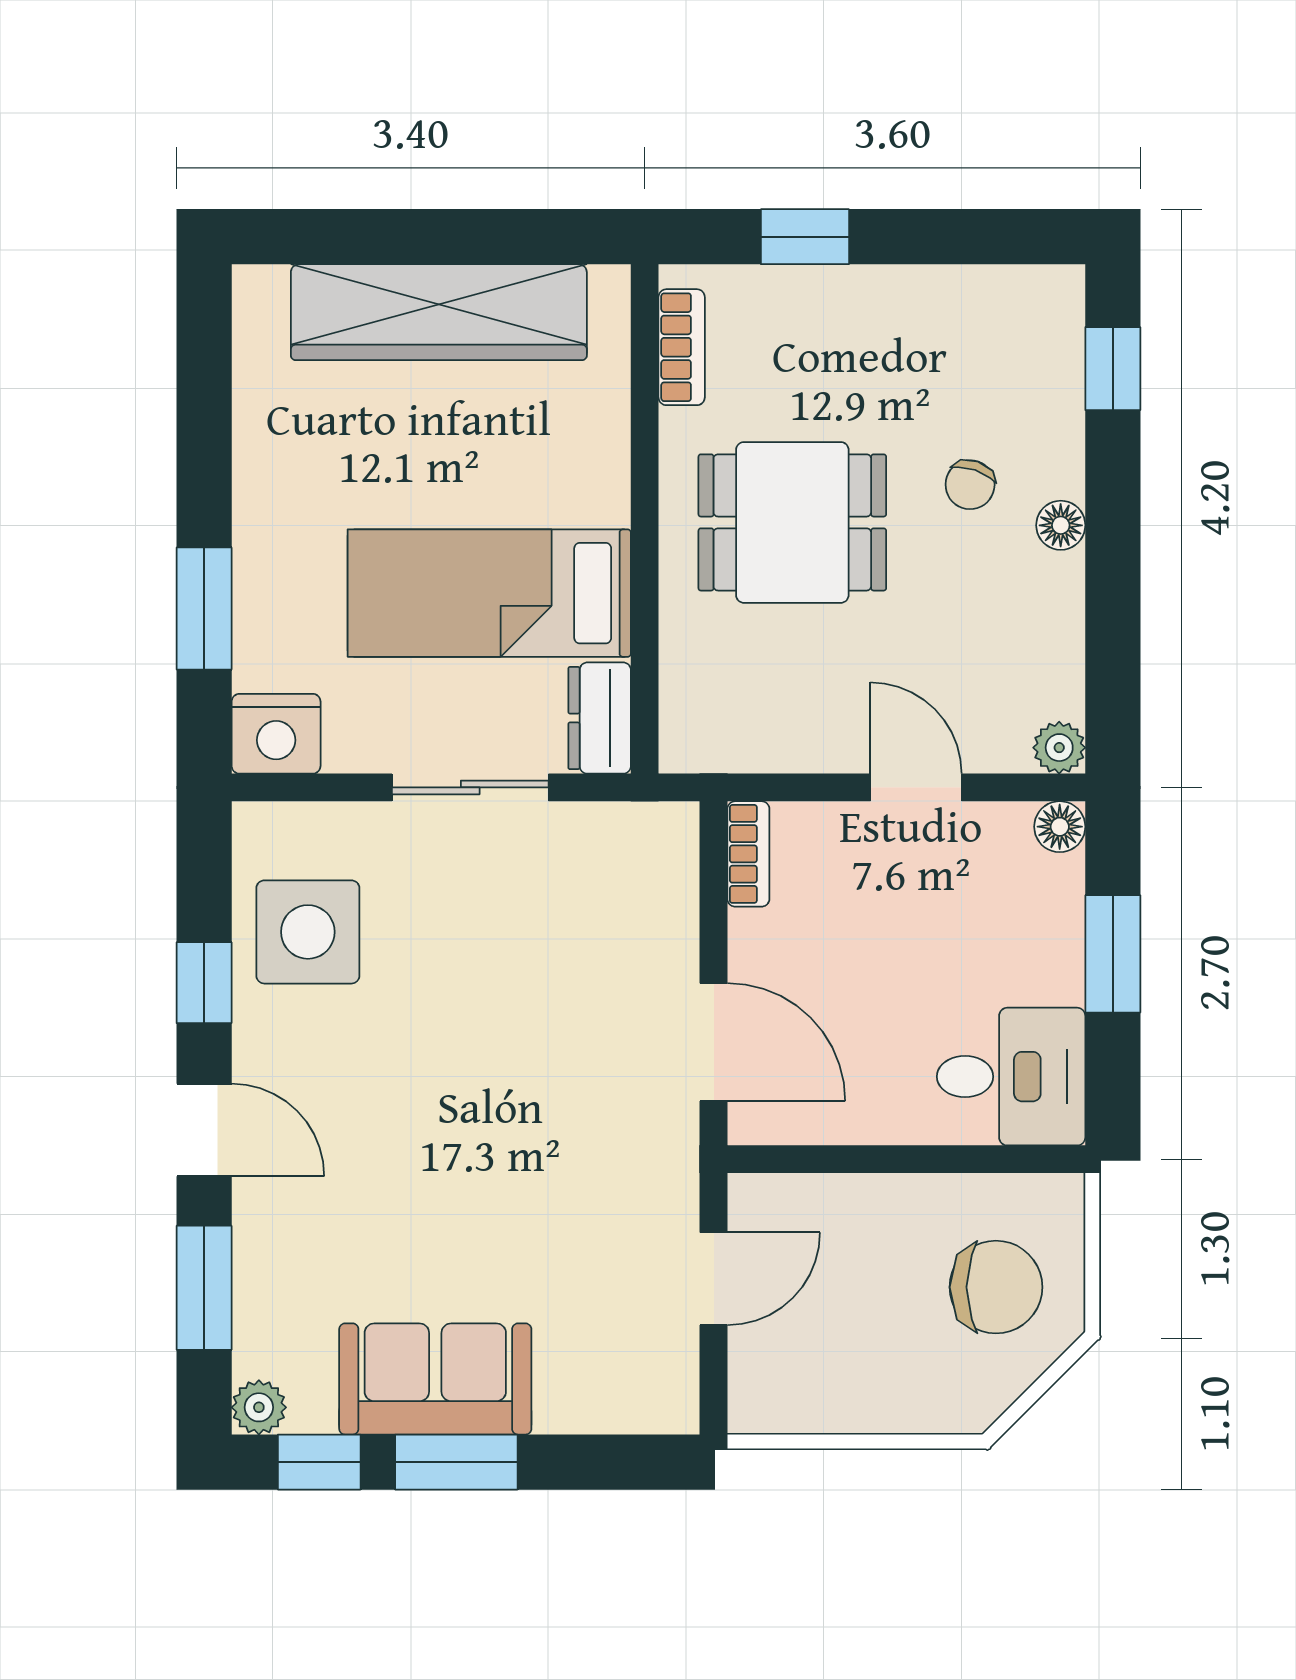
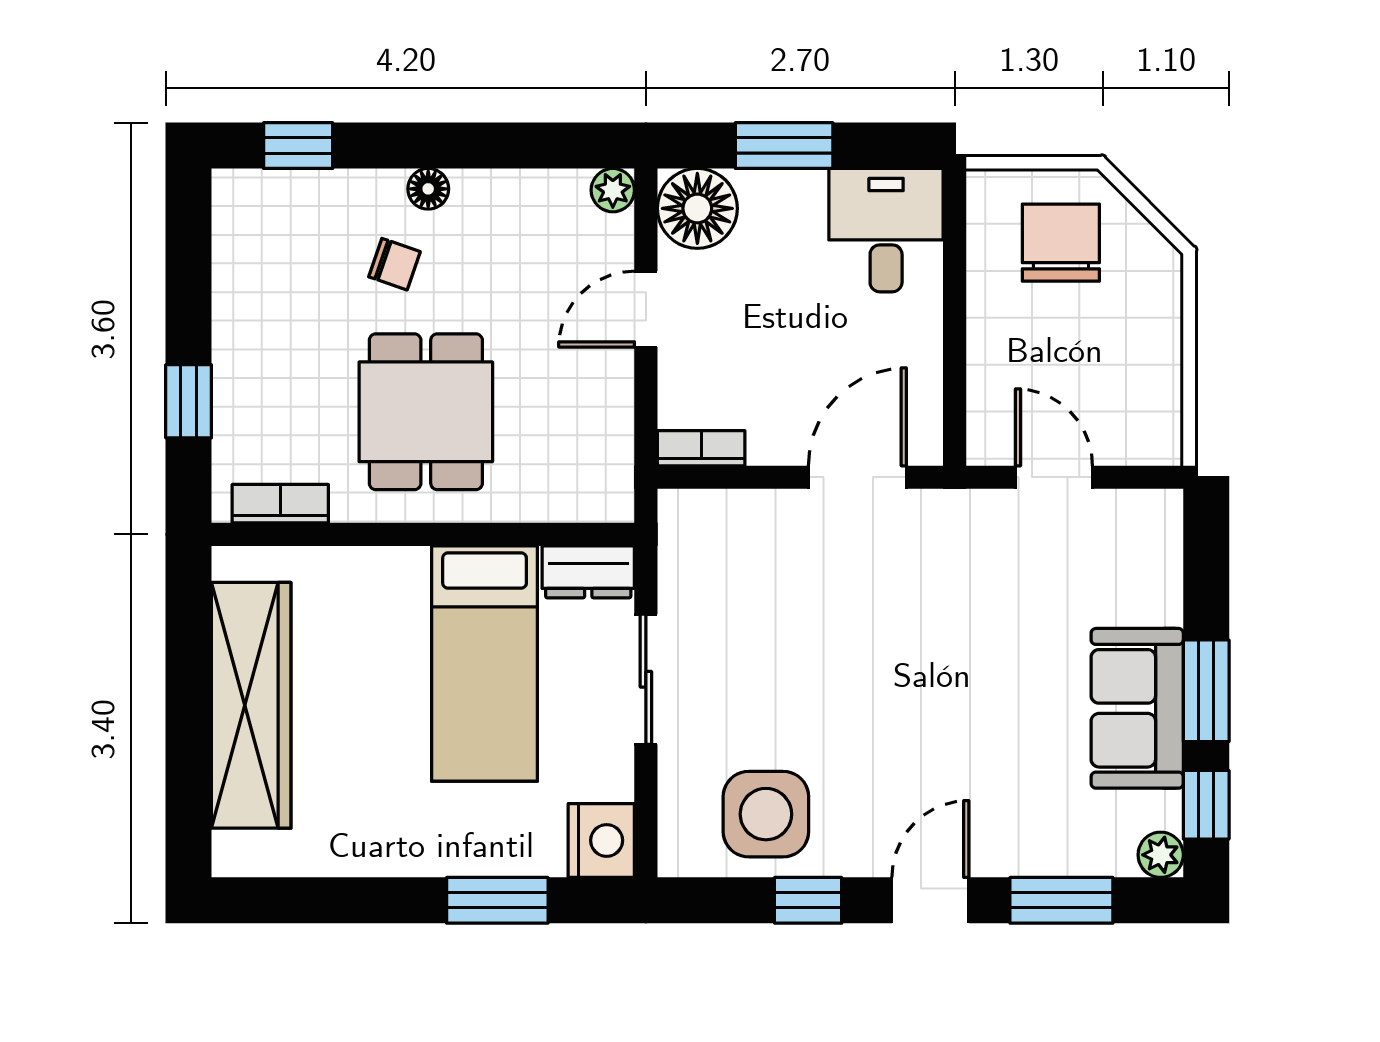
floor lamp: (1060, 827) -> (697, 208), width x1.89, depth x1.89

